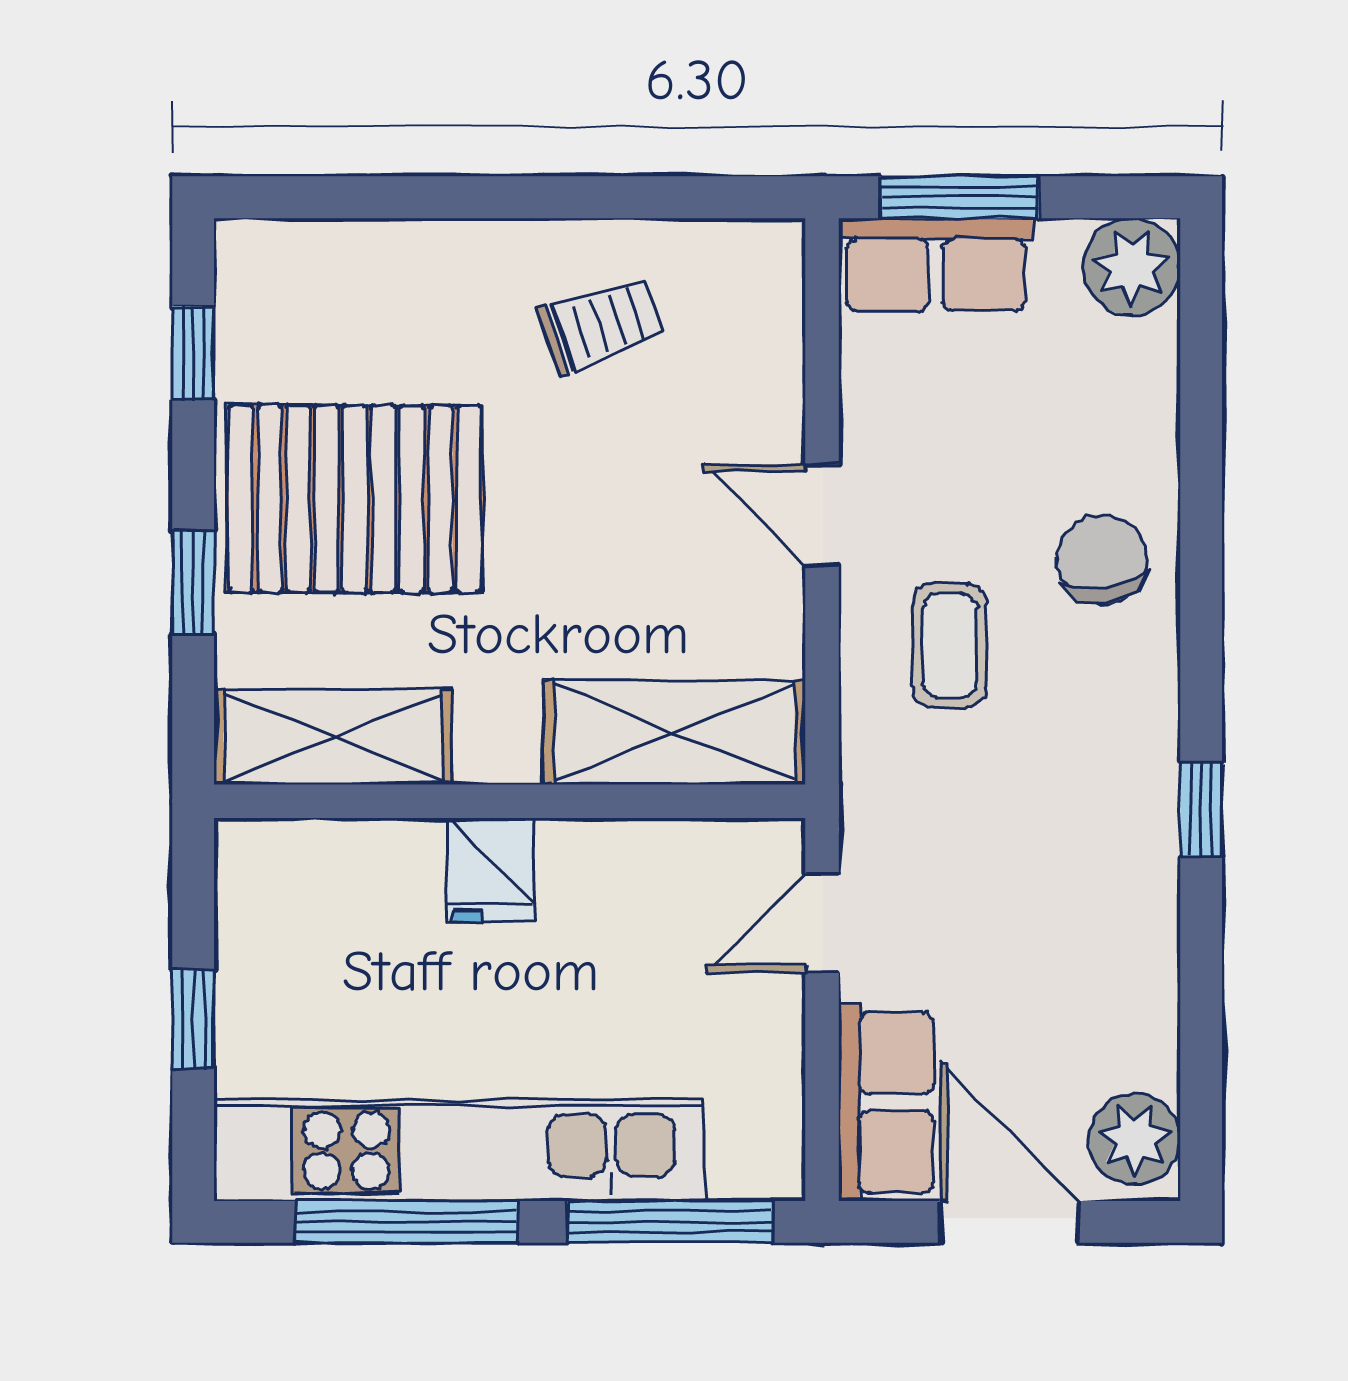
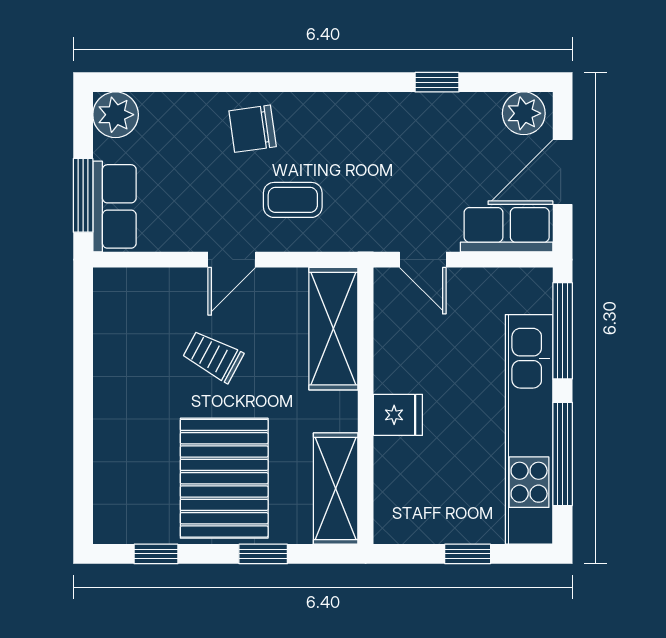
trolley: (601, 325) -> (213, 356), moved, turned -43
window: (1201, 809) -> (437, 82), moved

